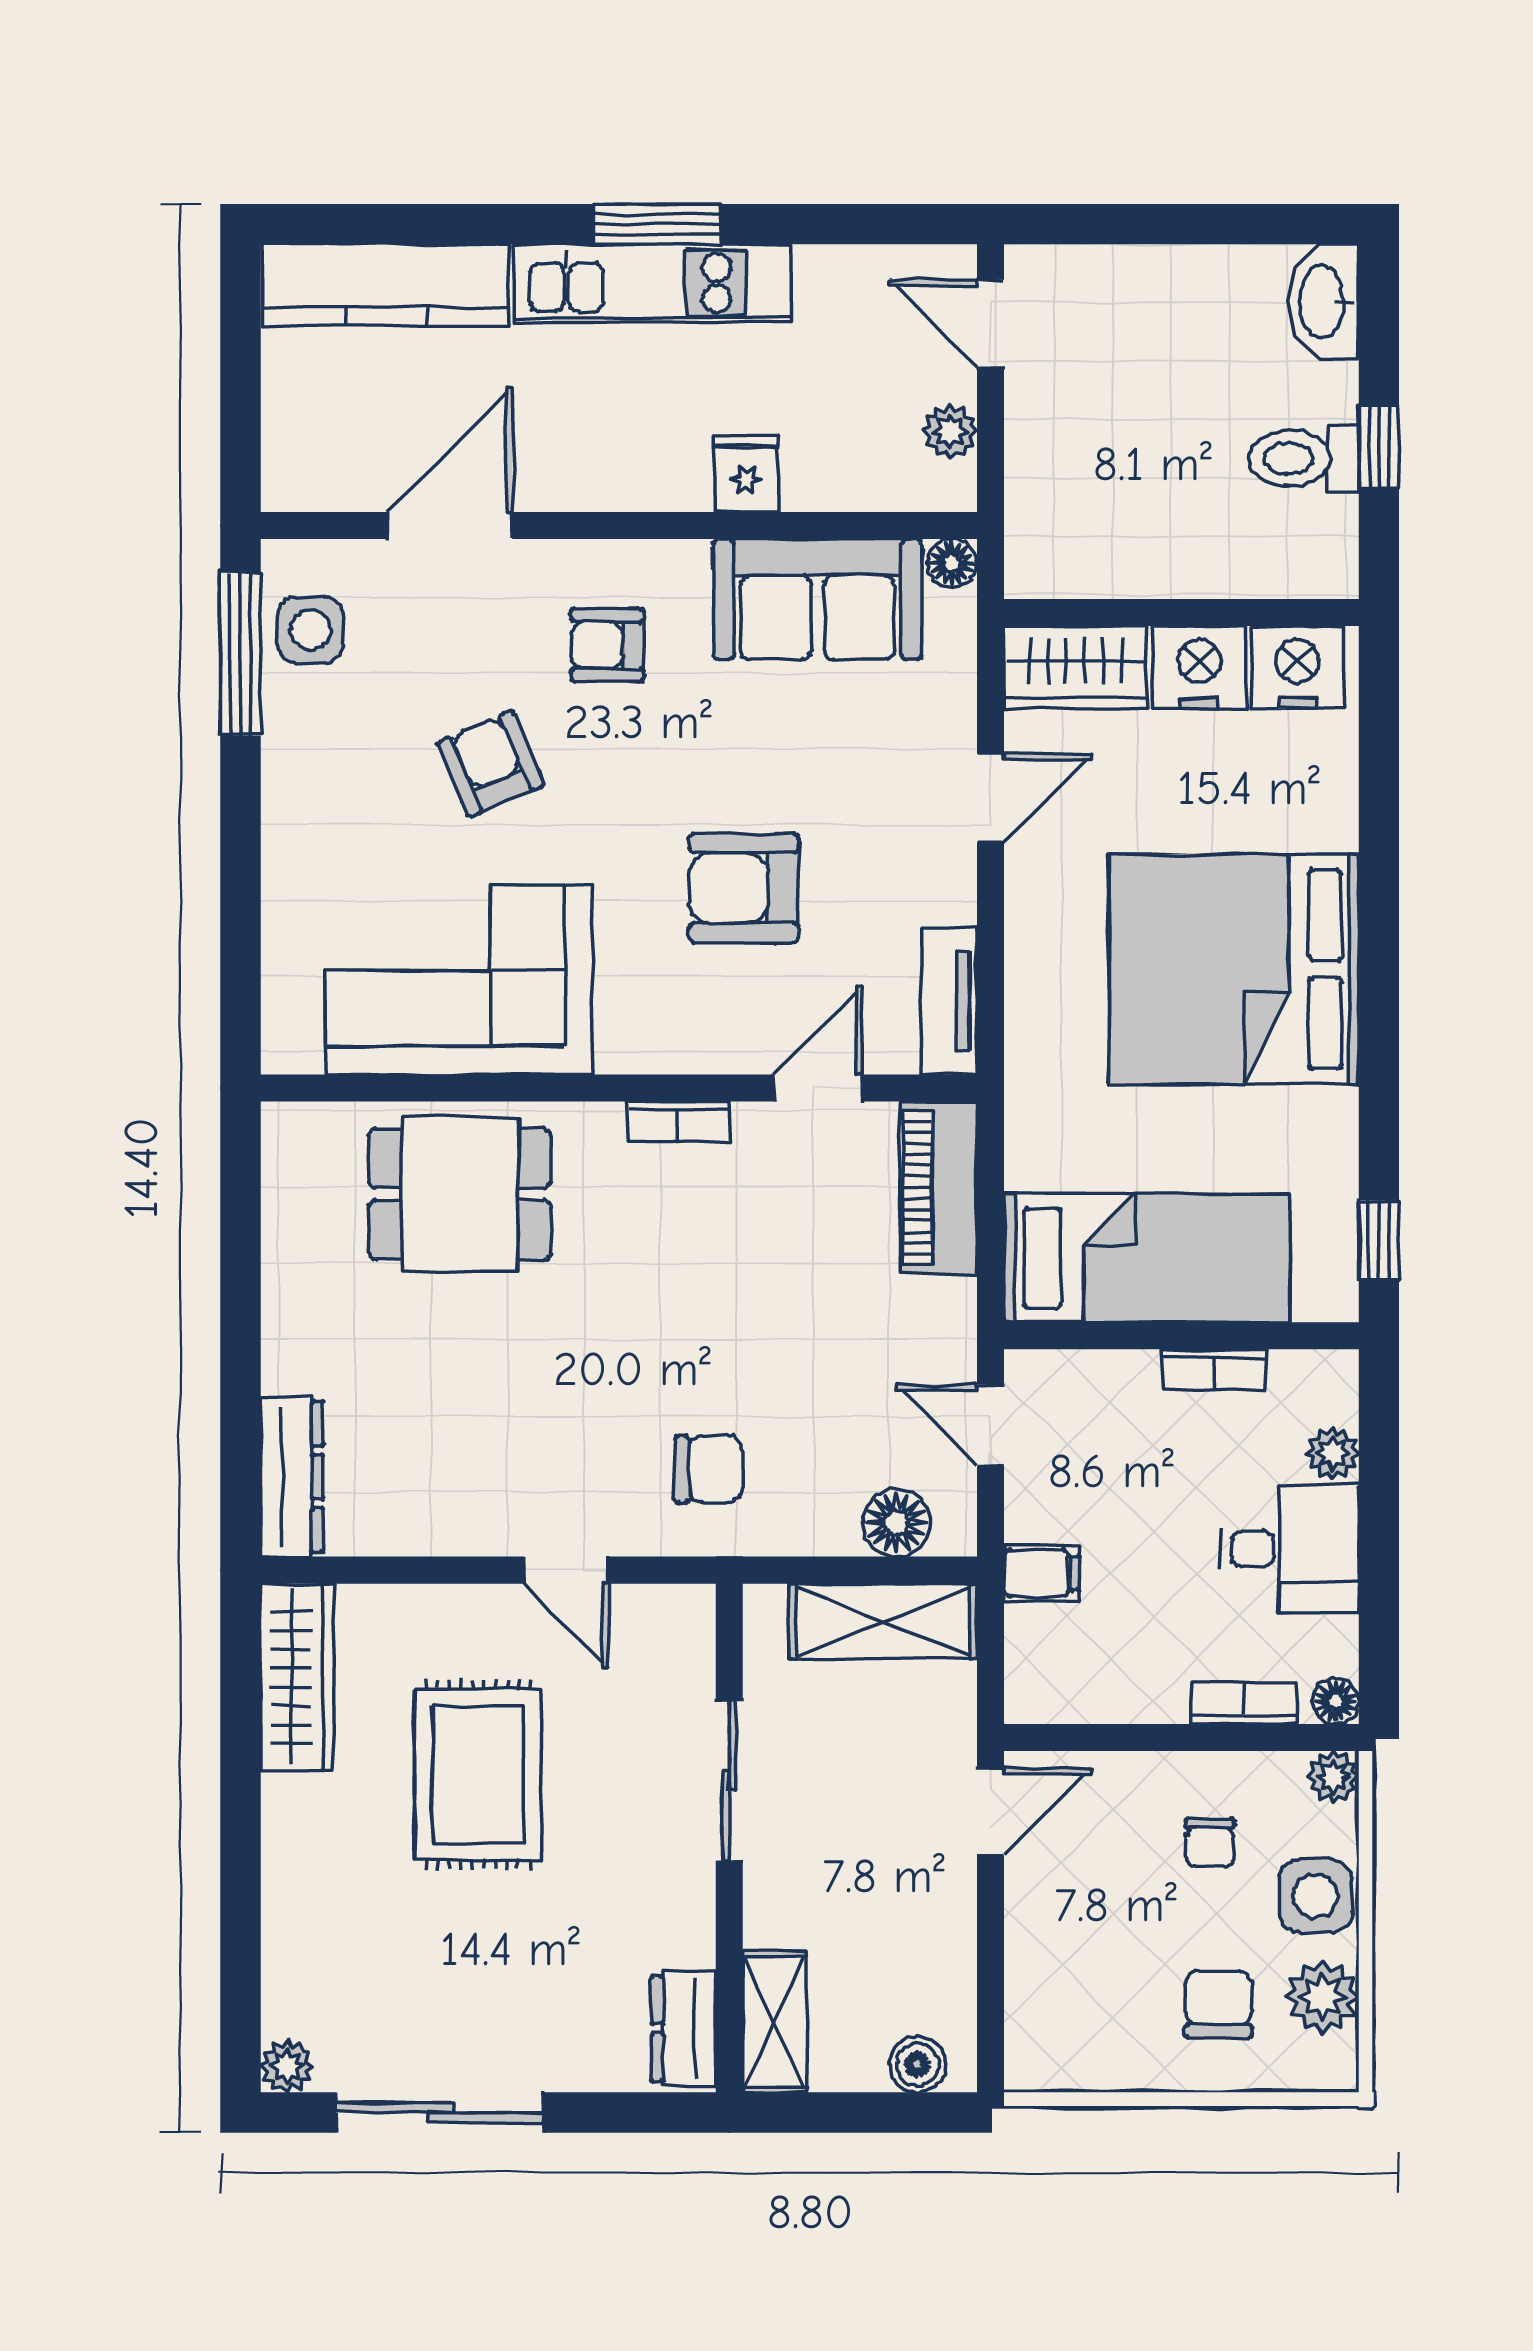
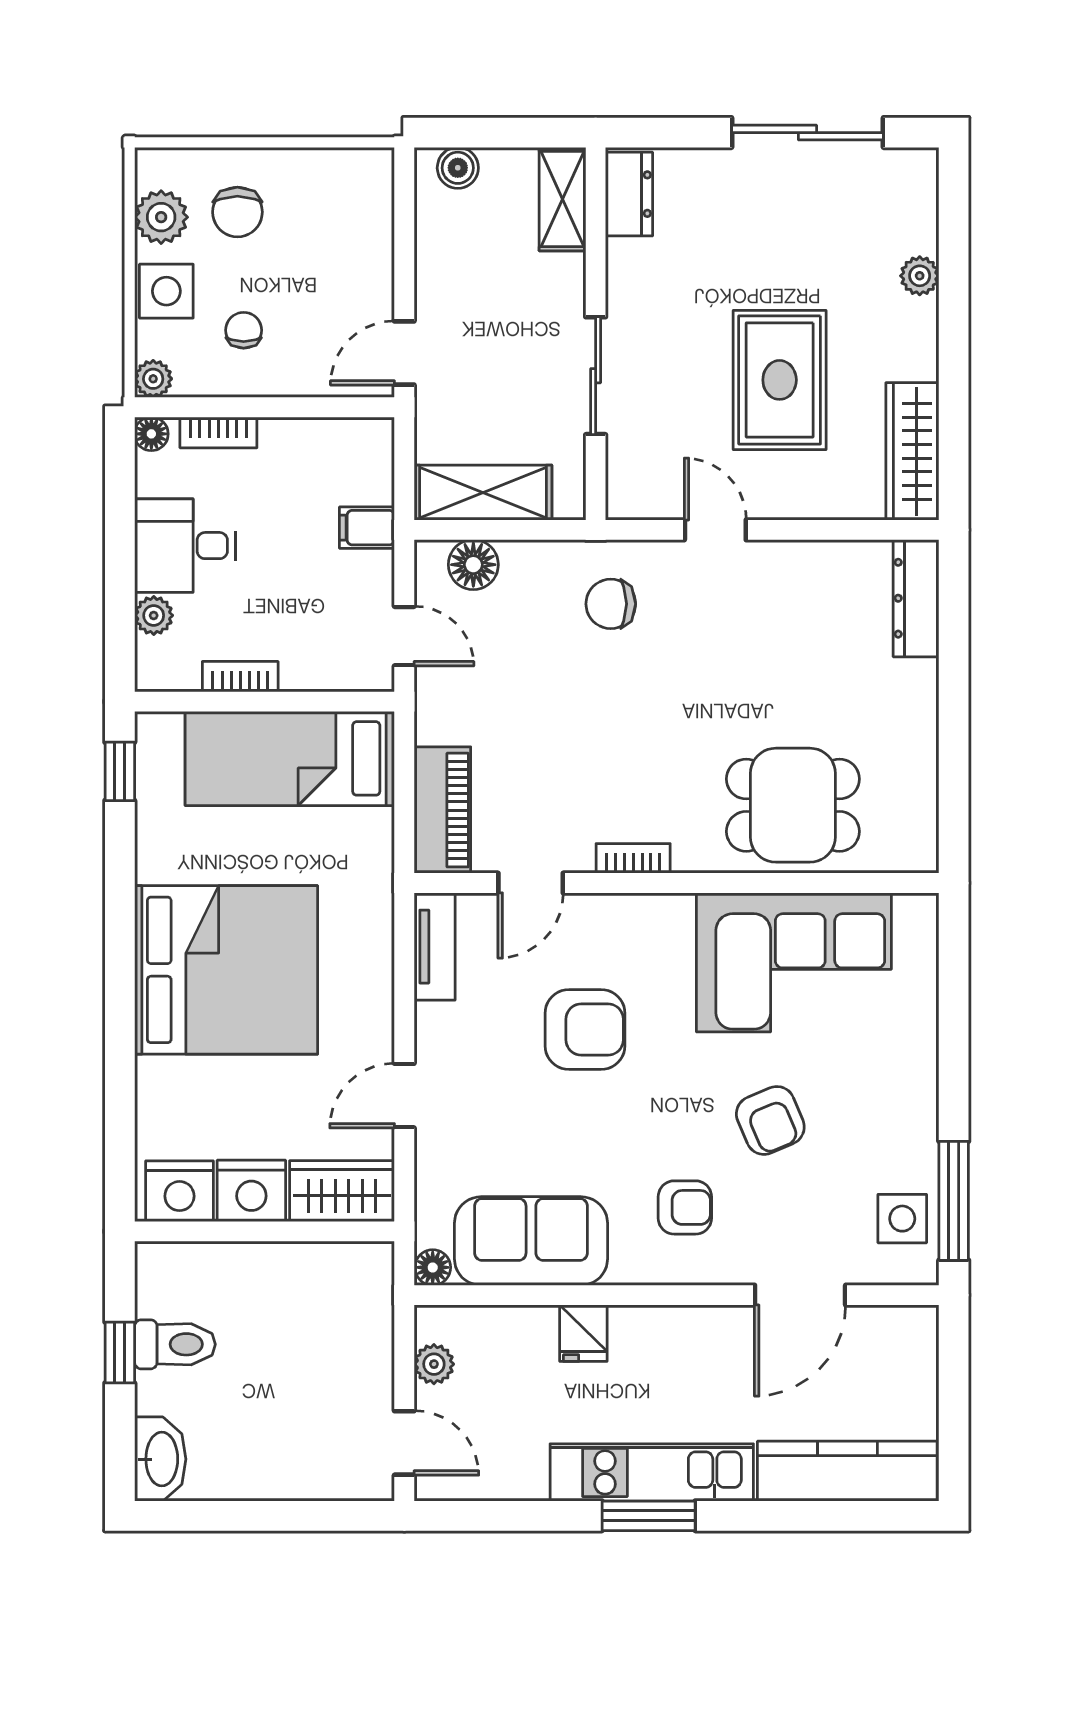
plant: (287, 2066) -> (920, 276), moved

